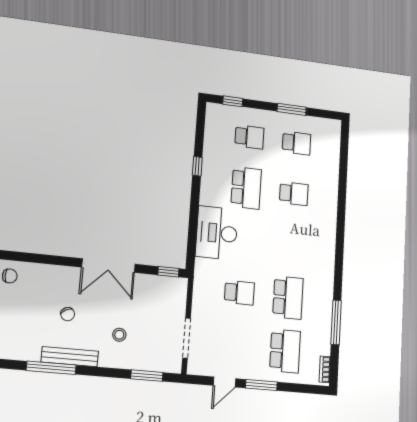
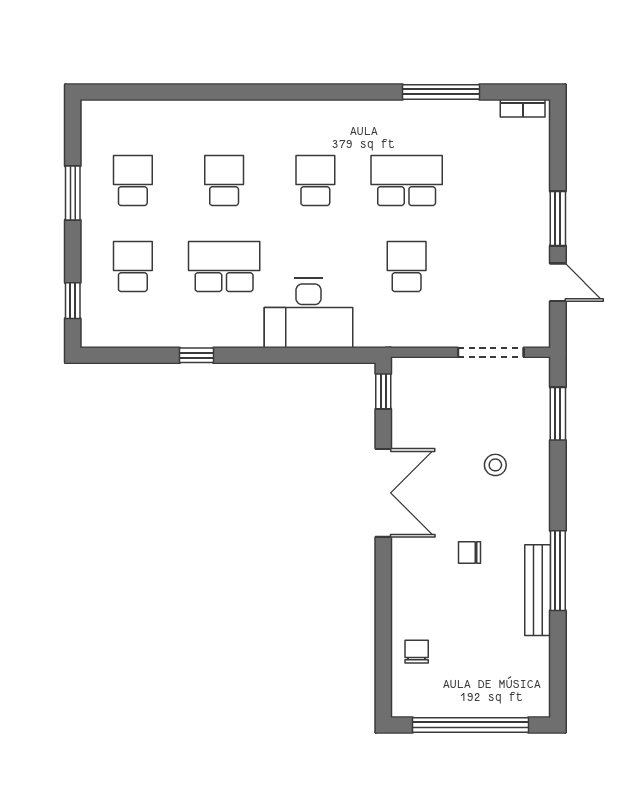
chair: (68, 314) -> (469, 553), turned -152
school desk: (285, 351) -> (315, 181), moved, width x0.54
bench: (70, 357) -> (538, 590), moved

